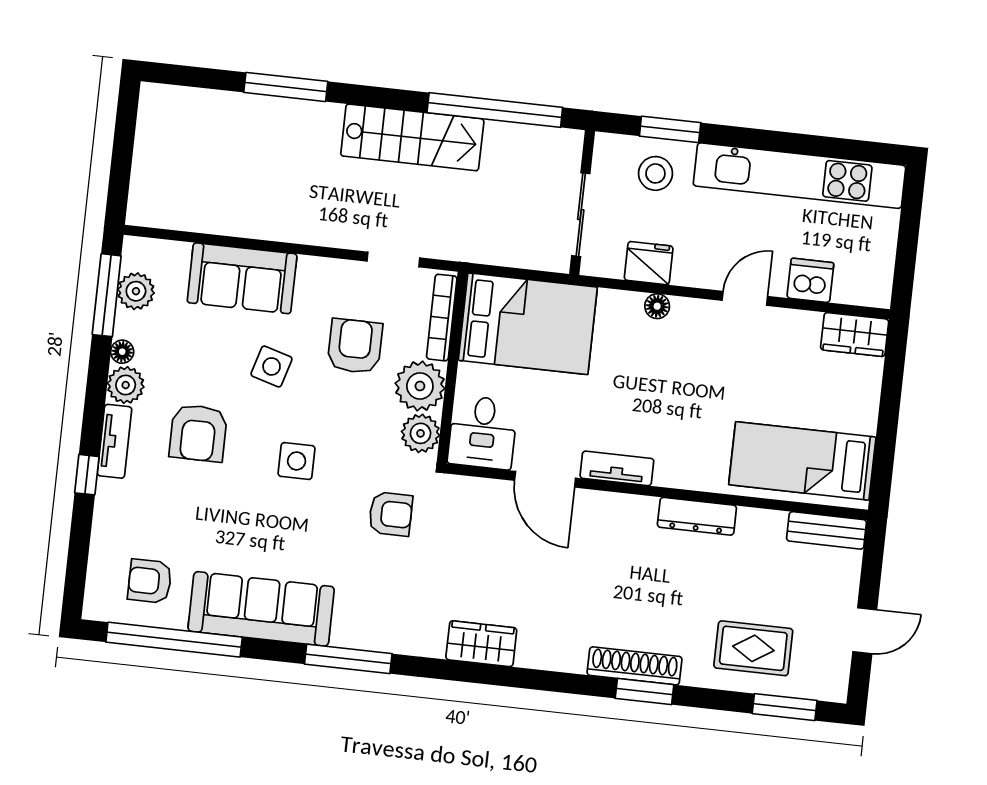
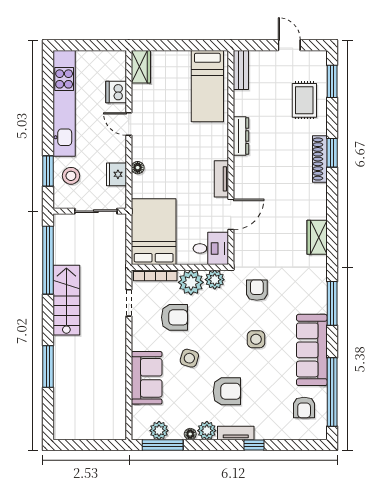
armchair: (355, 346) -> (174, 317), turned 180
side table: (297, 461) -> (256, 339), moved

